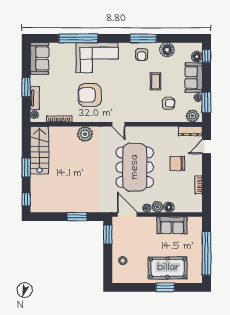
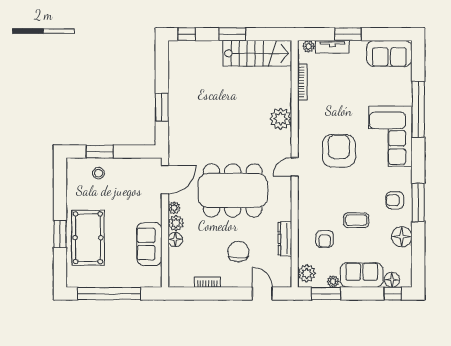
armchair: (90, 95) -> (339, 151), moved
dresser: (190, 131) -> (285, 239), moved
window: (108, 235) -> (100, 152), moved

